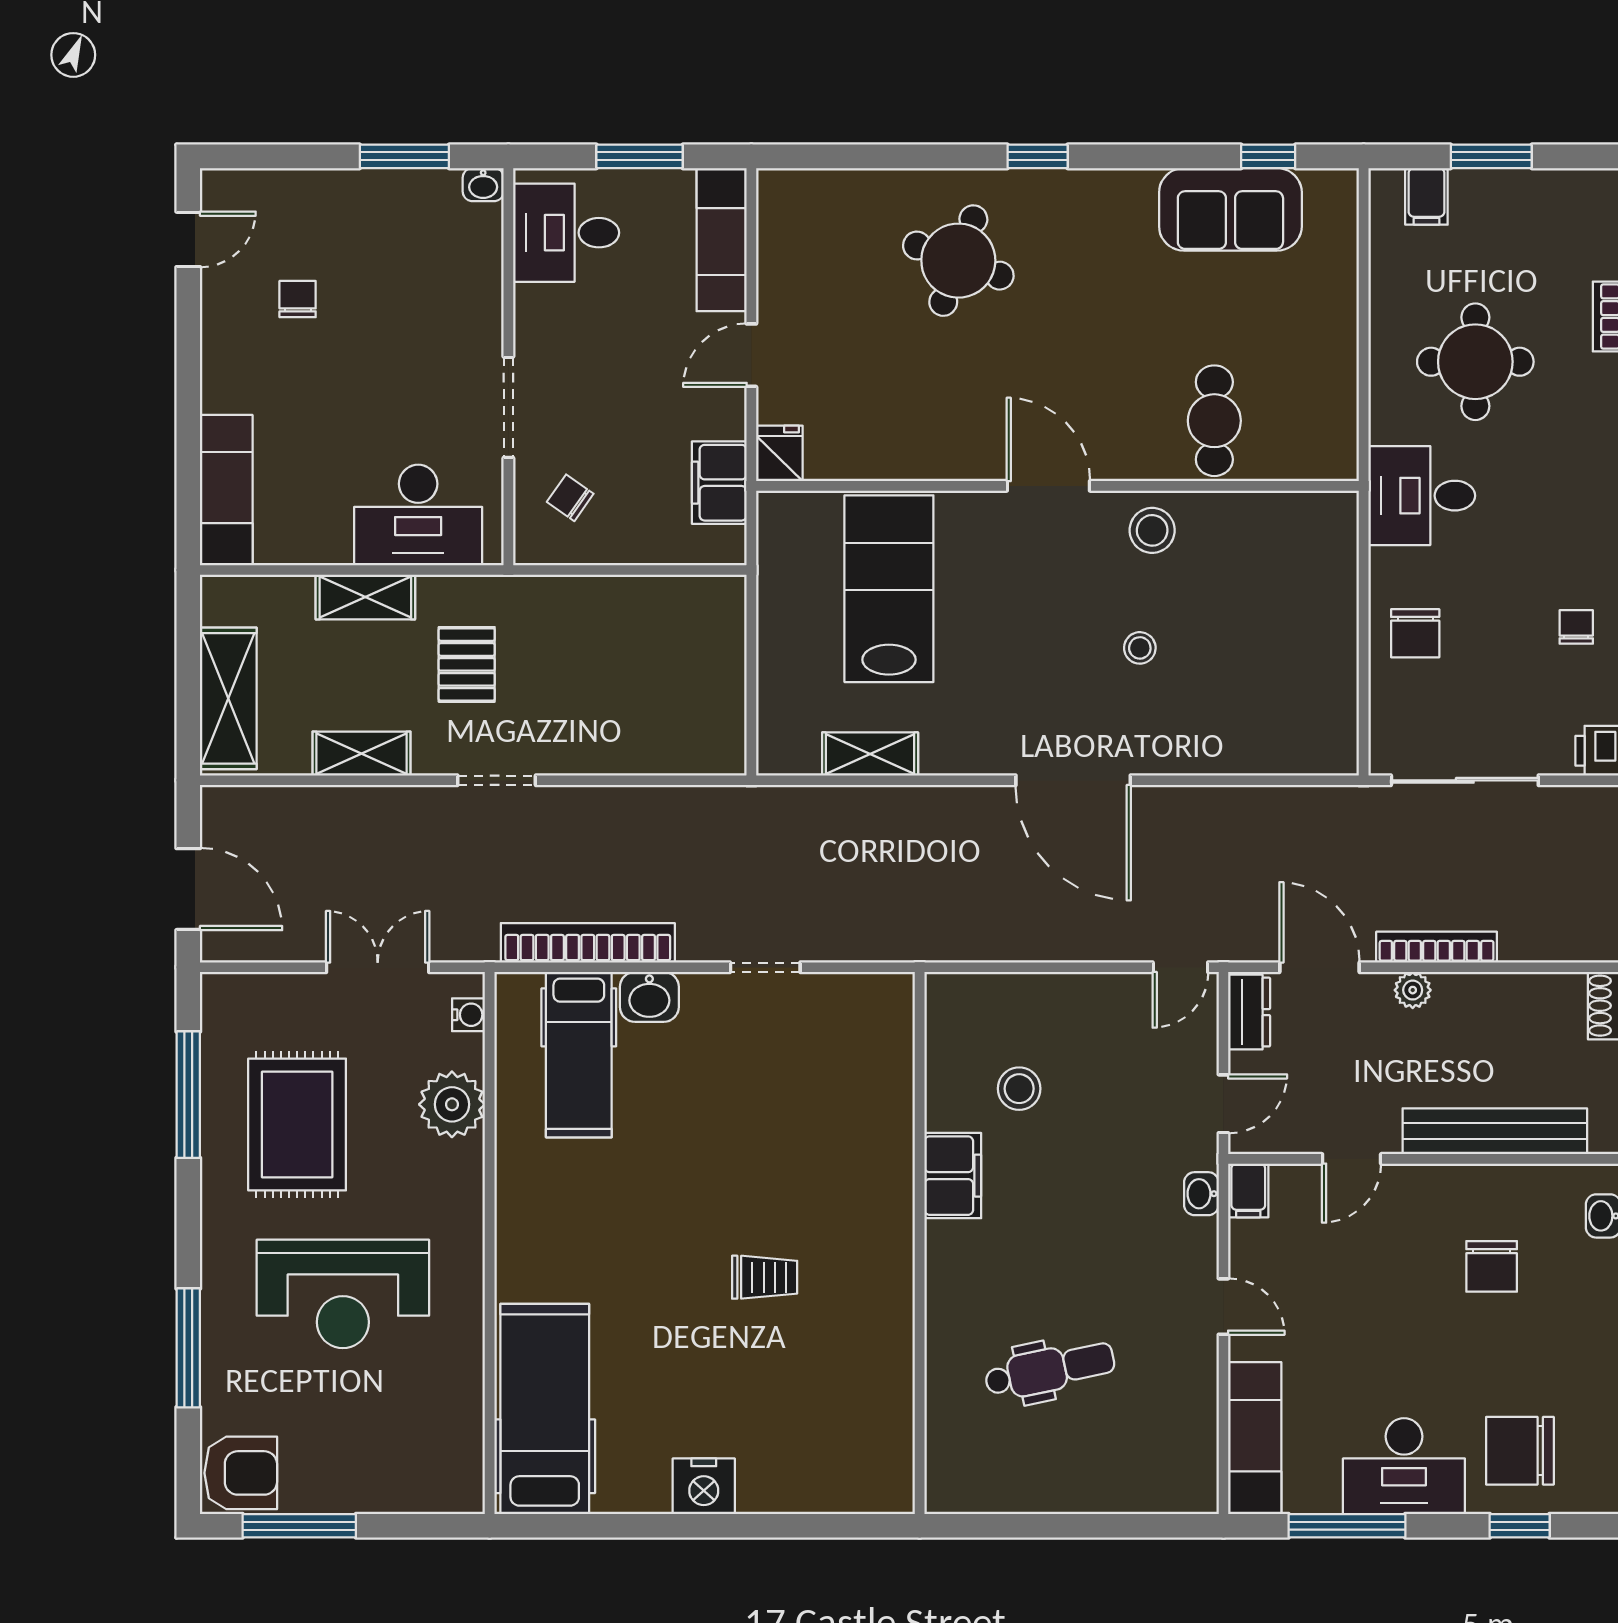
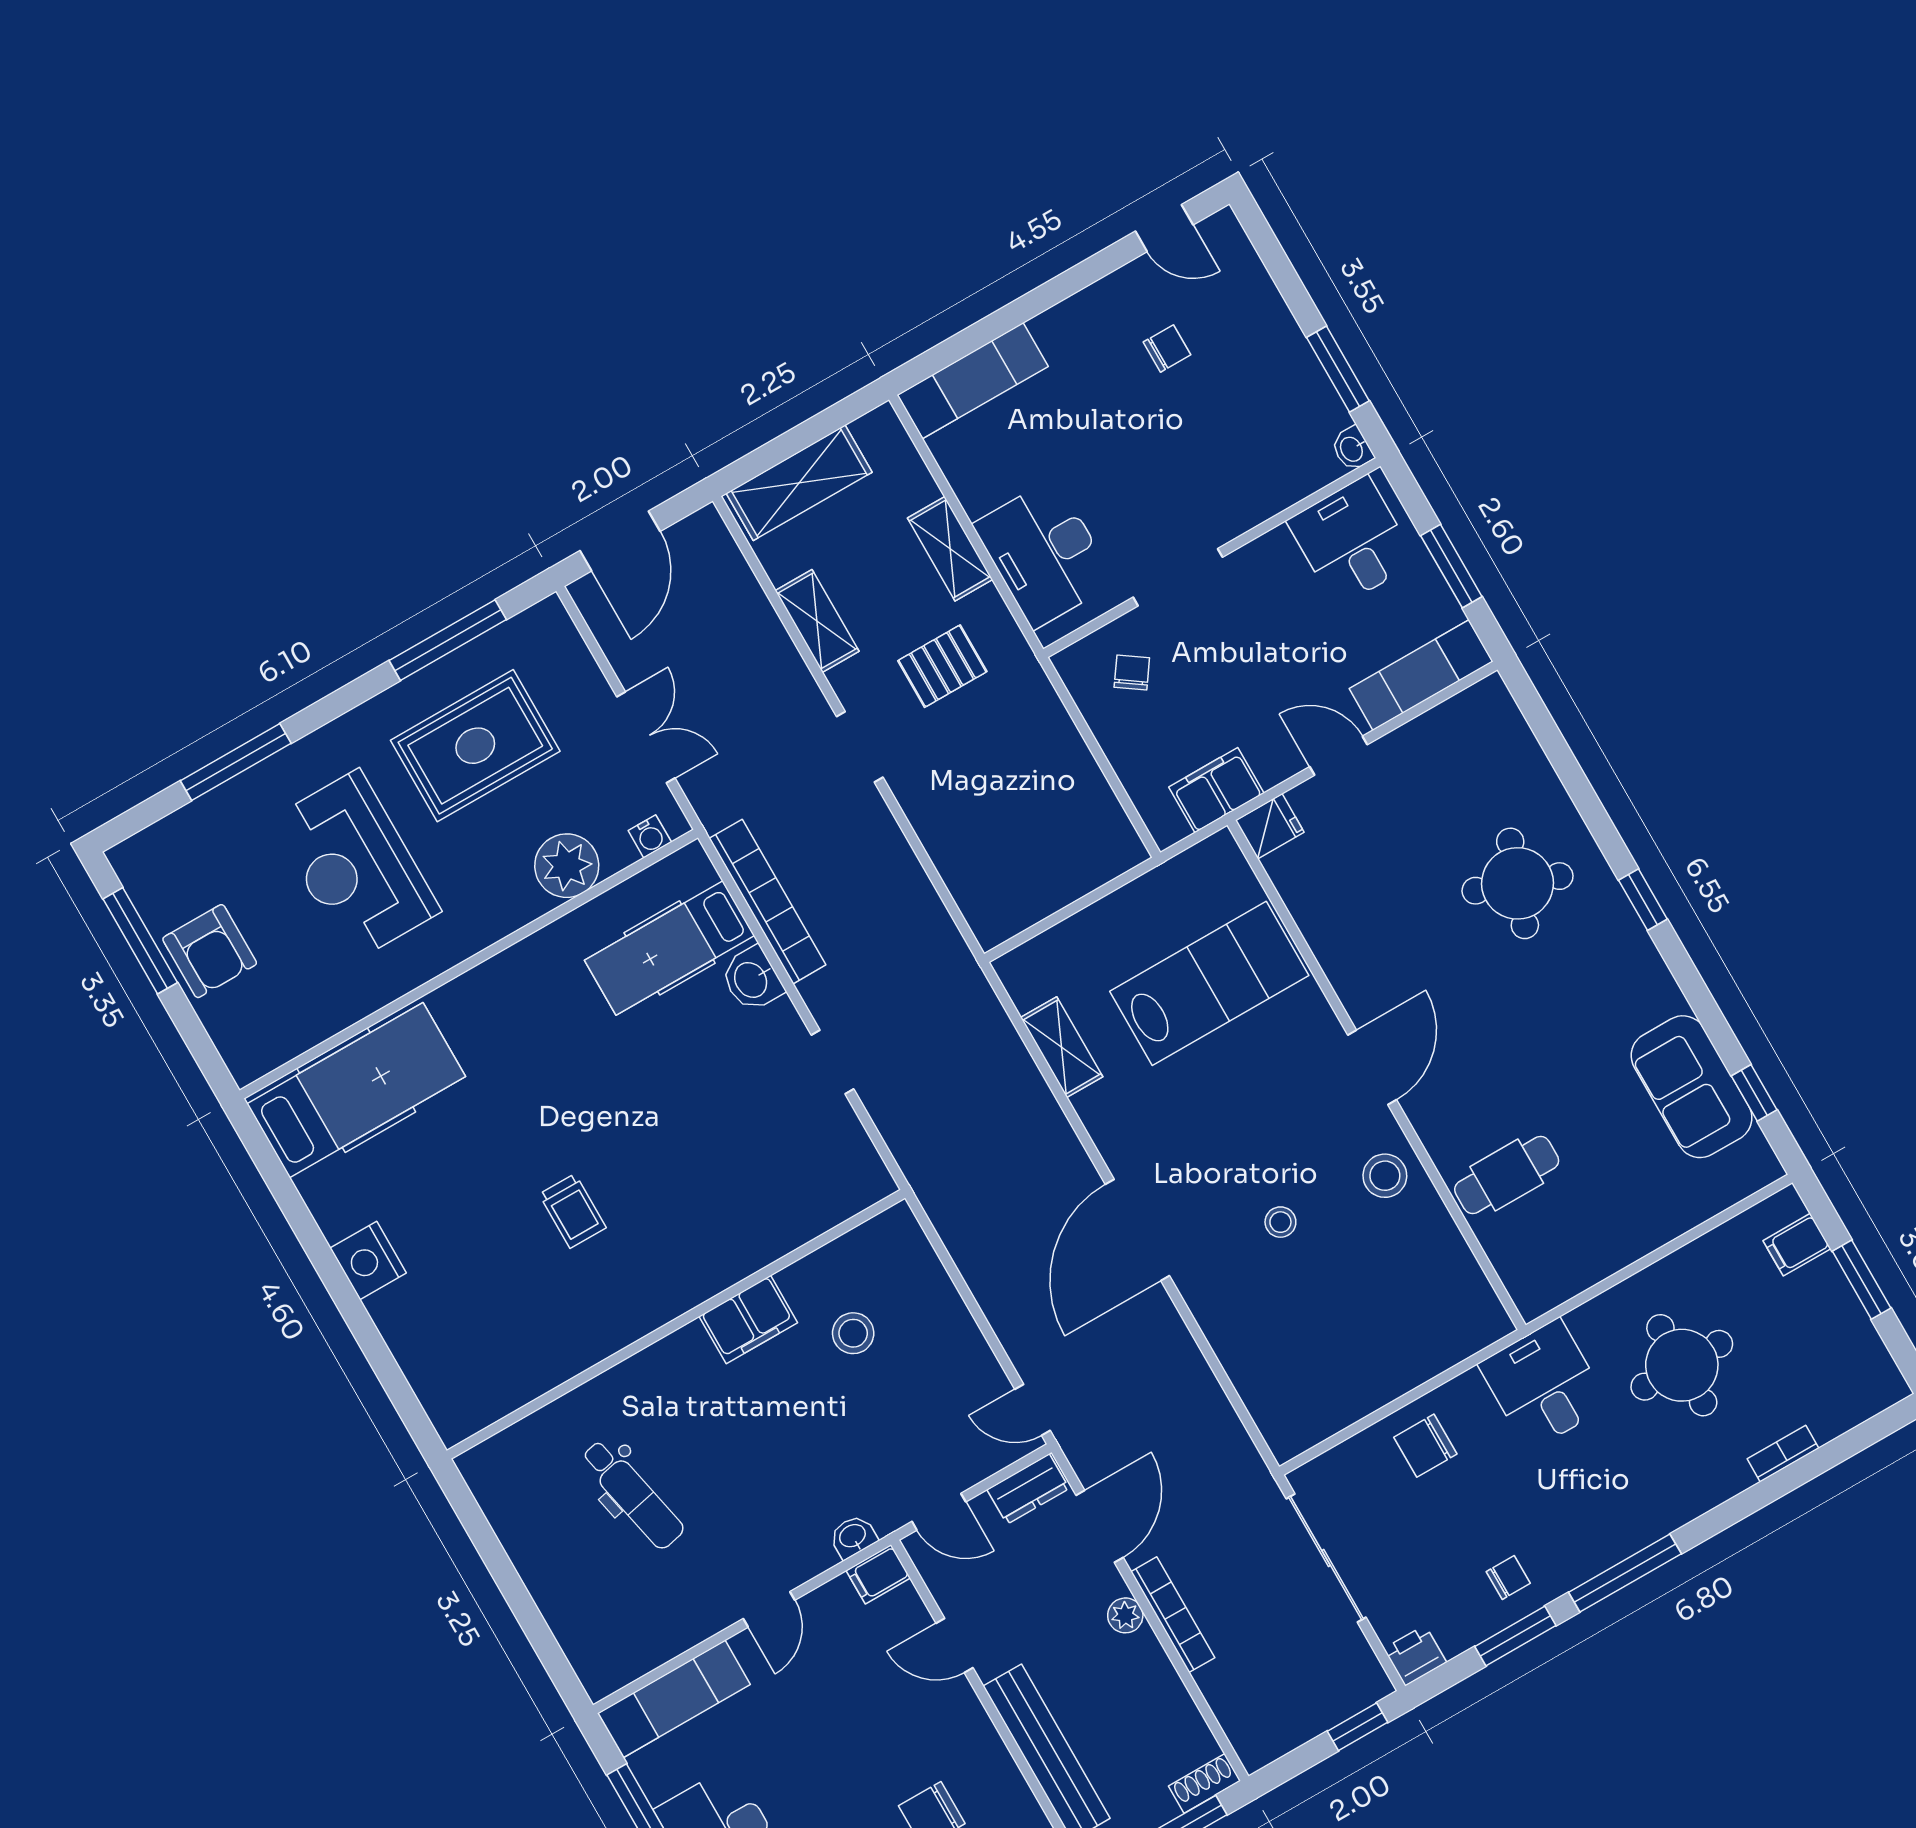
armchair: (241, 1473) -> (210, 951), moved

